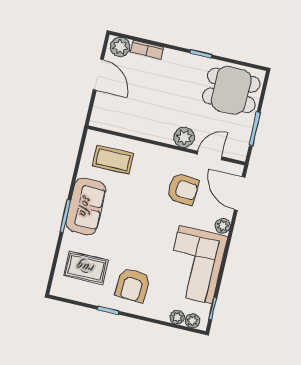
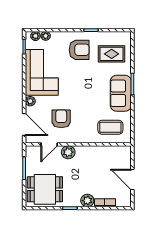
plant: (120, 47) -> (87, 201), moved
armchair: (183, 189) -> (61, 119), turned 86
armchair: (132, 285) -> (79, 50), turned 87

